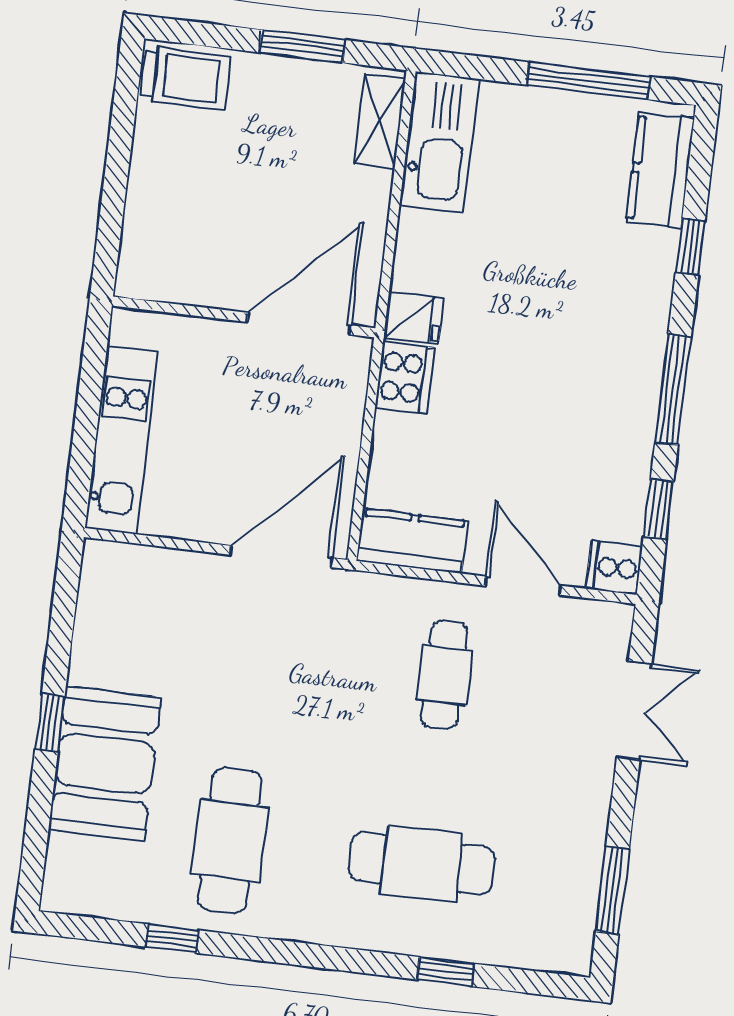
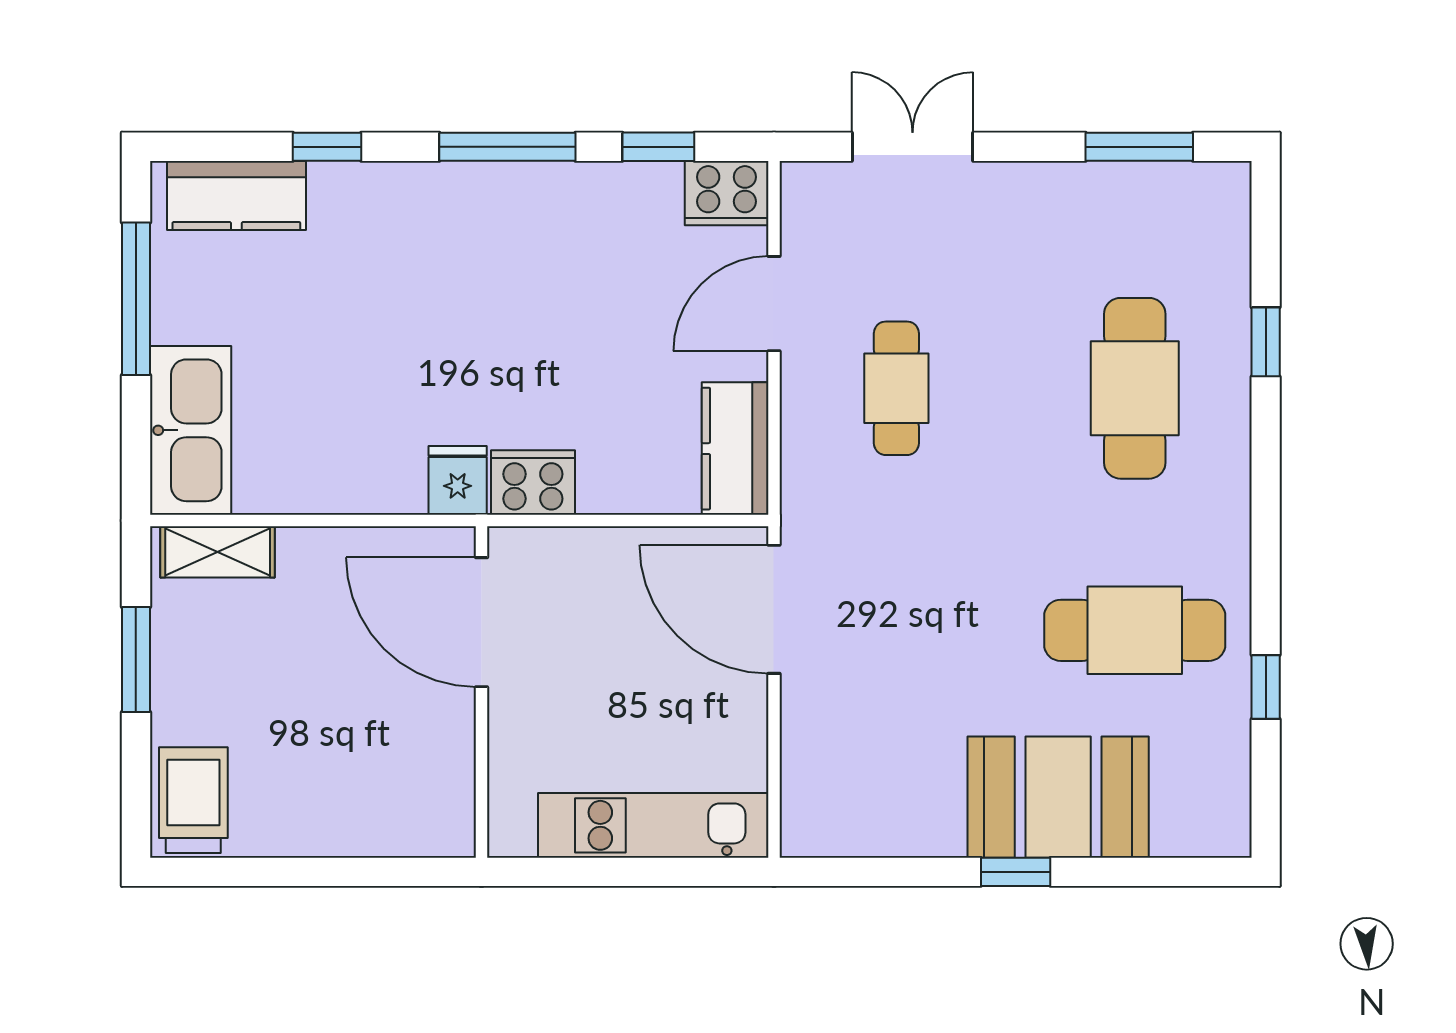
kitchen sink: (440, 142) -> (191, 430), moved, turned 90
cooker: (614, 568) -> (727, 193), width x1.36
cafe table: (444, 675) -> (896, 388), turned 90

